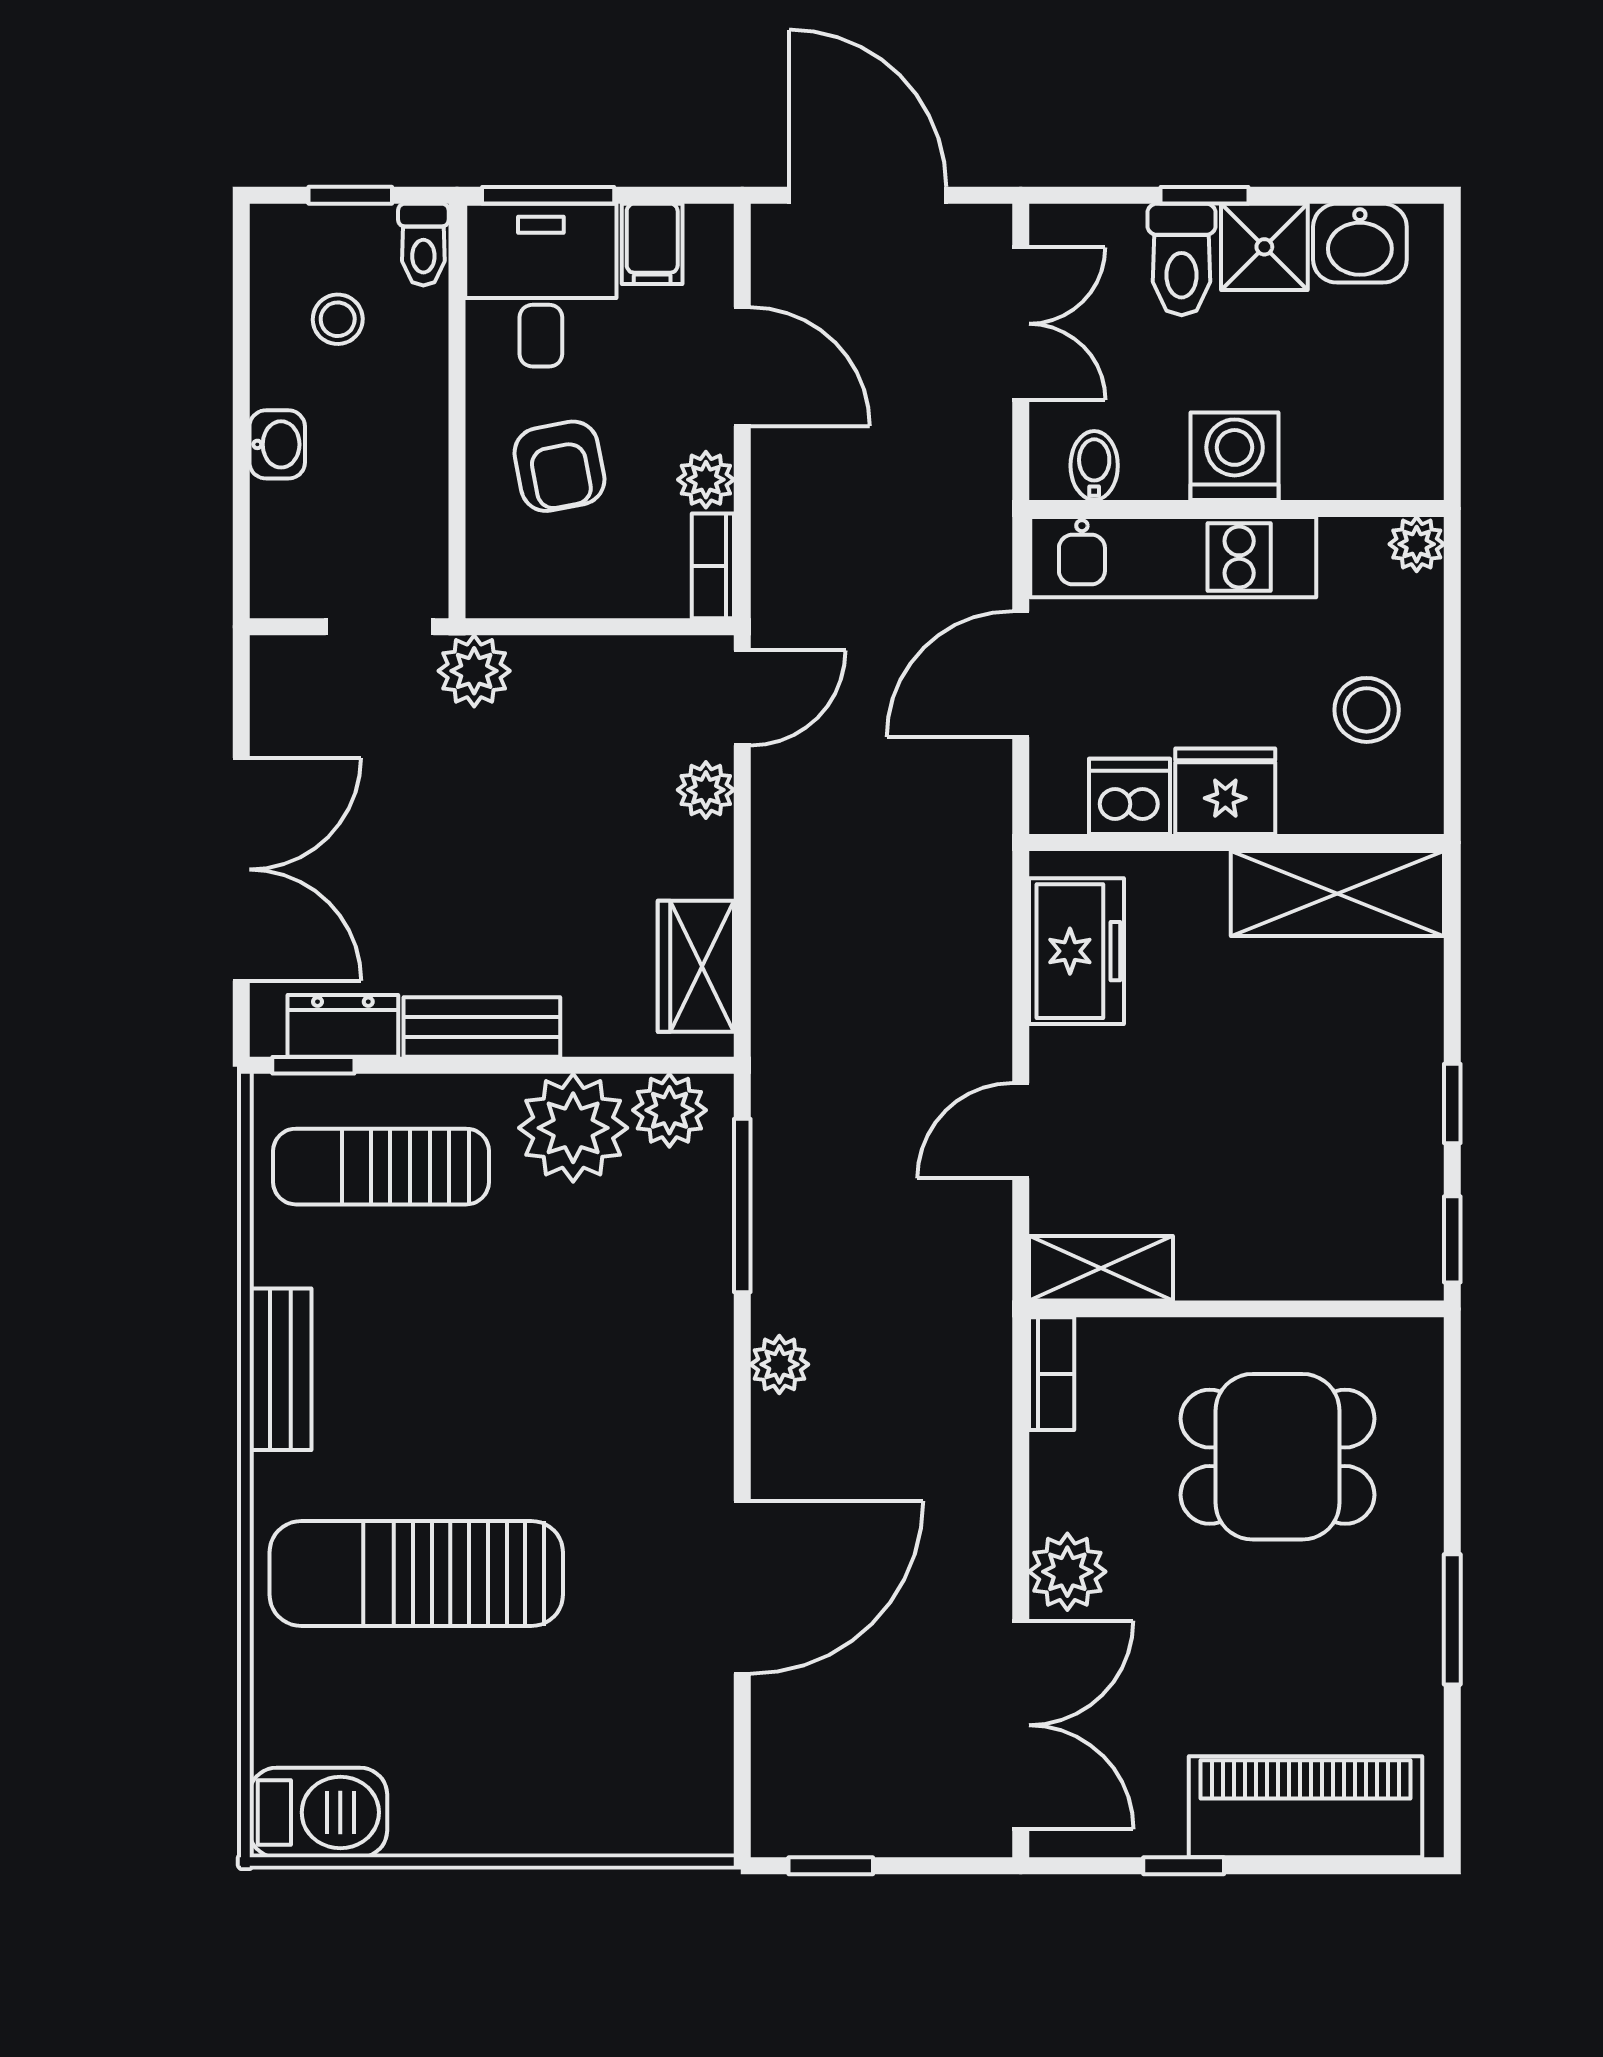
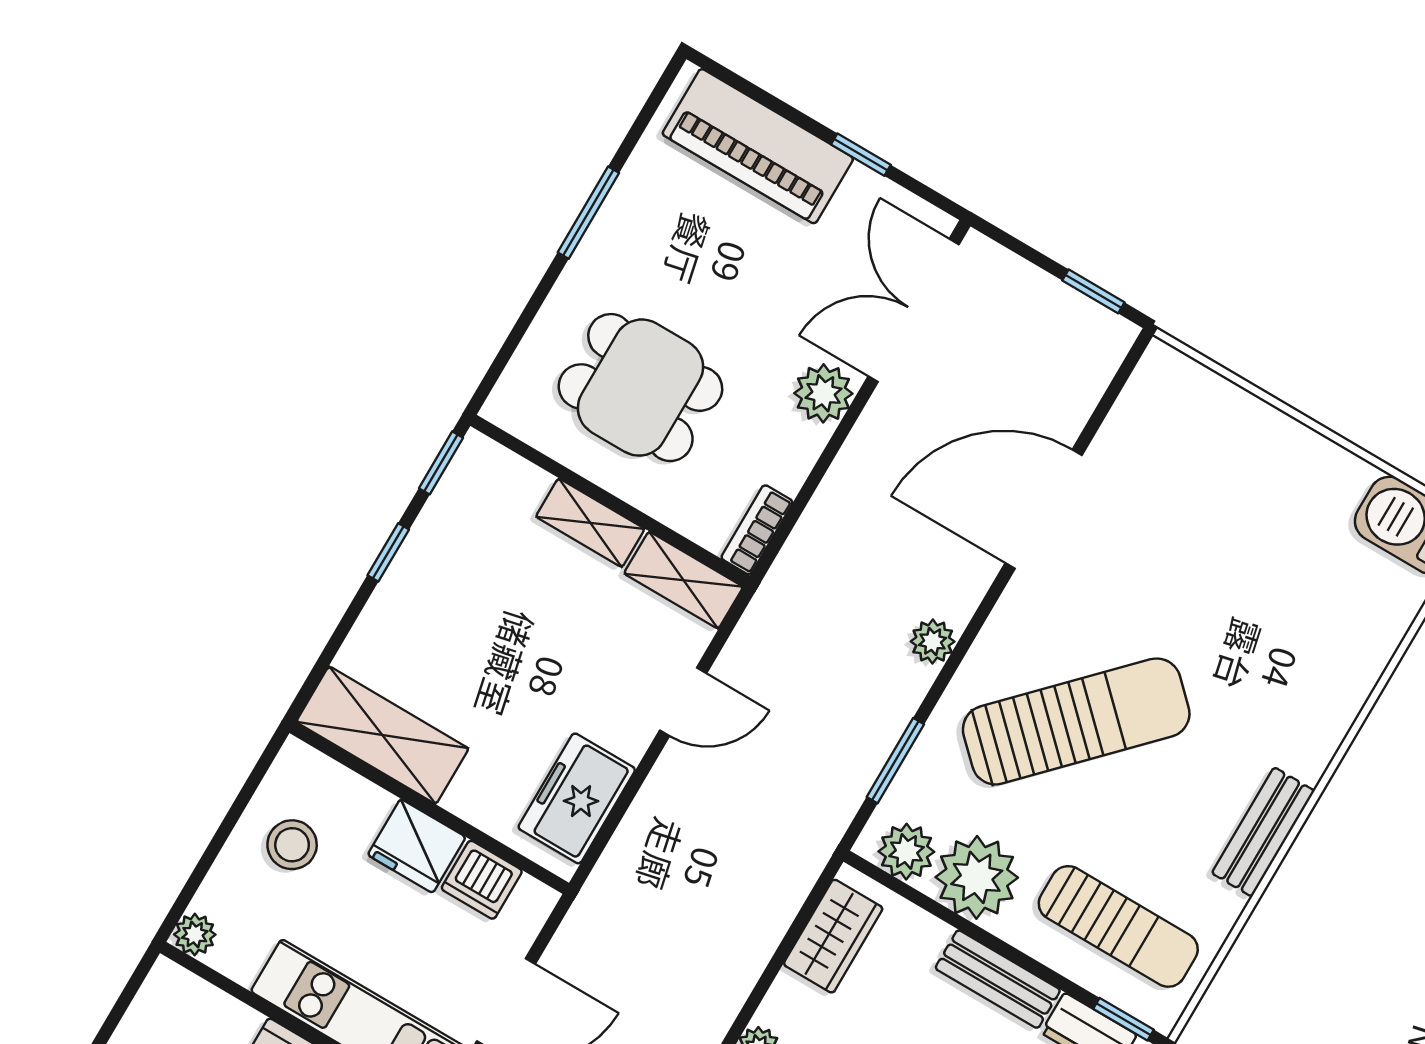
window: (742, 1205) -> (895, 761), width x0.69
shelving: (1244, 1271) -> (590, 523), added
sun lounger: (416, 1573) -> (1076, 721), moved, turned -46

